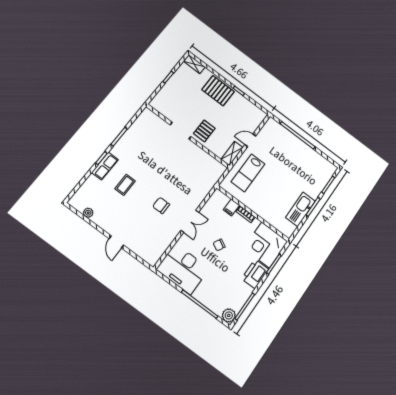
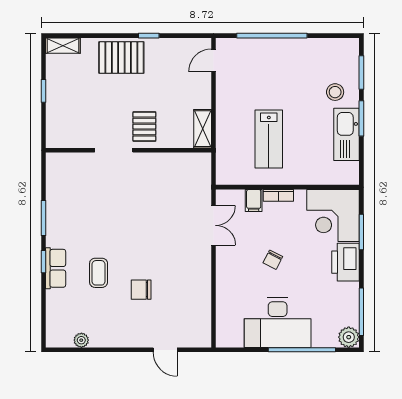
door: (250, 140) -> (213, 60), moved
lab bench: (248, 173) -> (269, 139), moved
stool: (309, 185) -> (335, 92), added
chair: (161, 205) -> (141, 290), moved
double door: (190, 221) -> (213, 225), moved
door: (116, 242) -> (165, 350), moved
desk: (183, 269) -> (278, 323), moved

